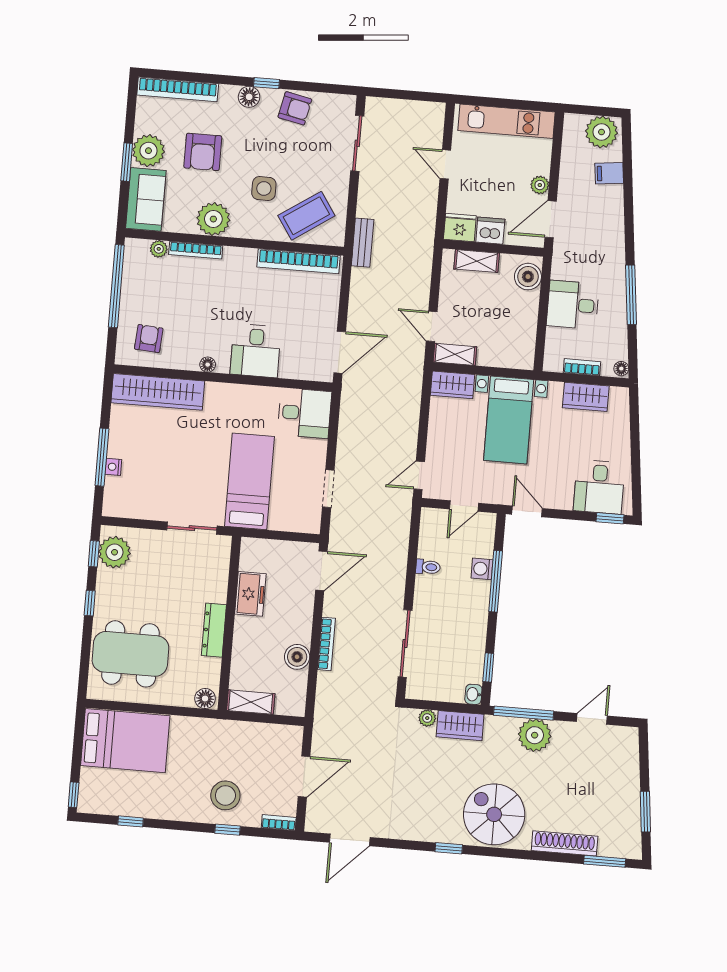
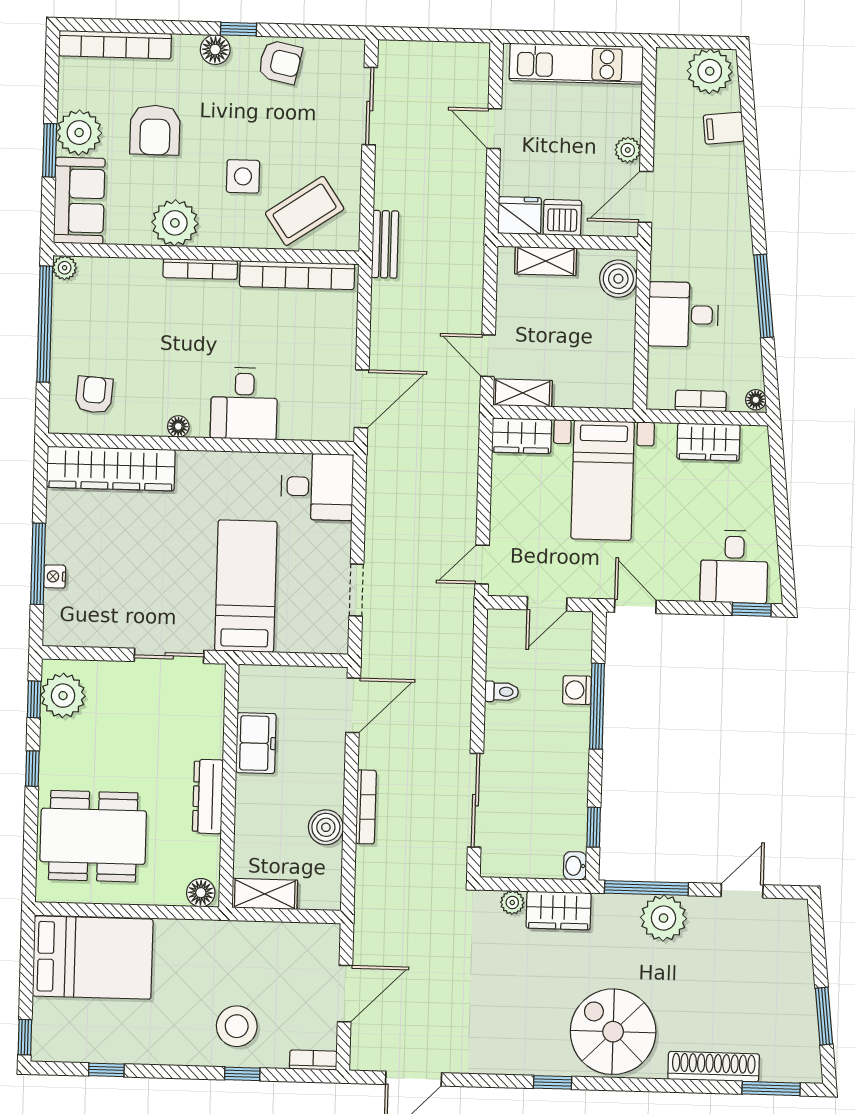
plant: (159, 249) -> (65, 268), moved
bookcase: (196, 250) -> (200, 269), moved

